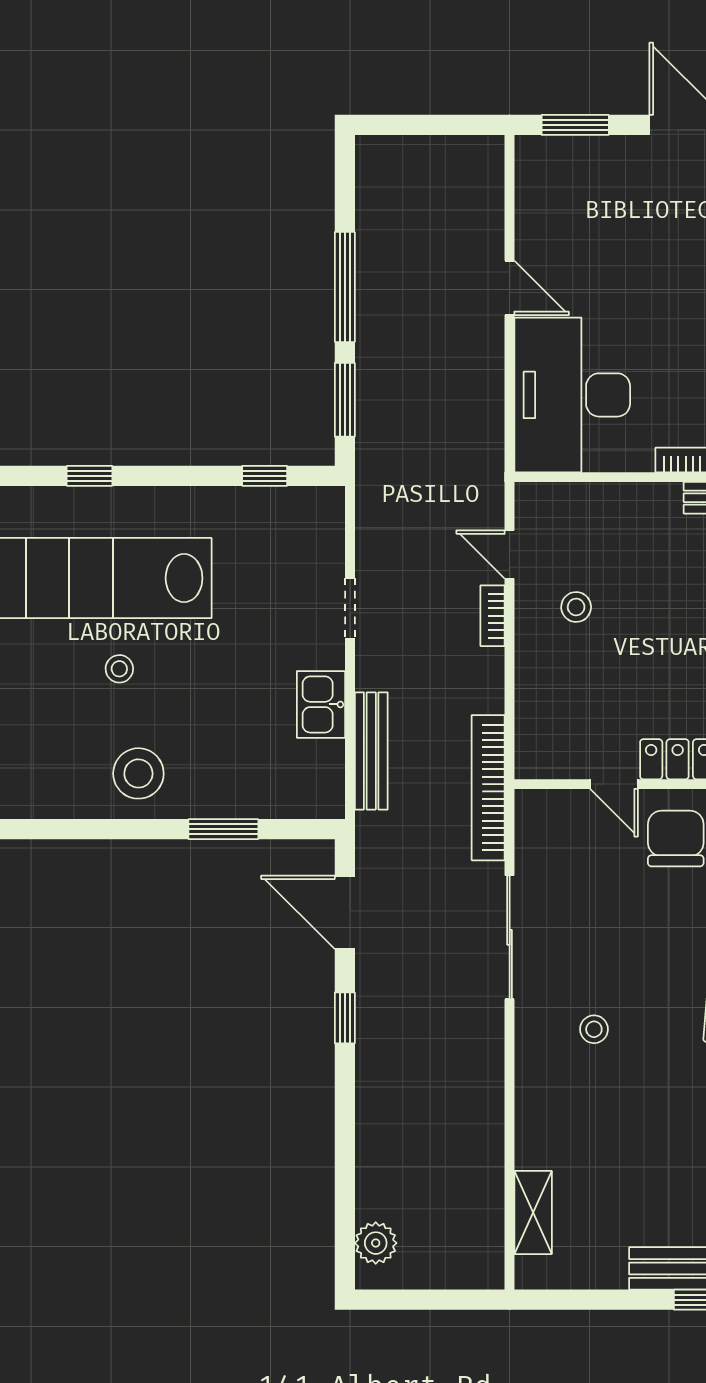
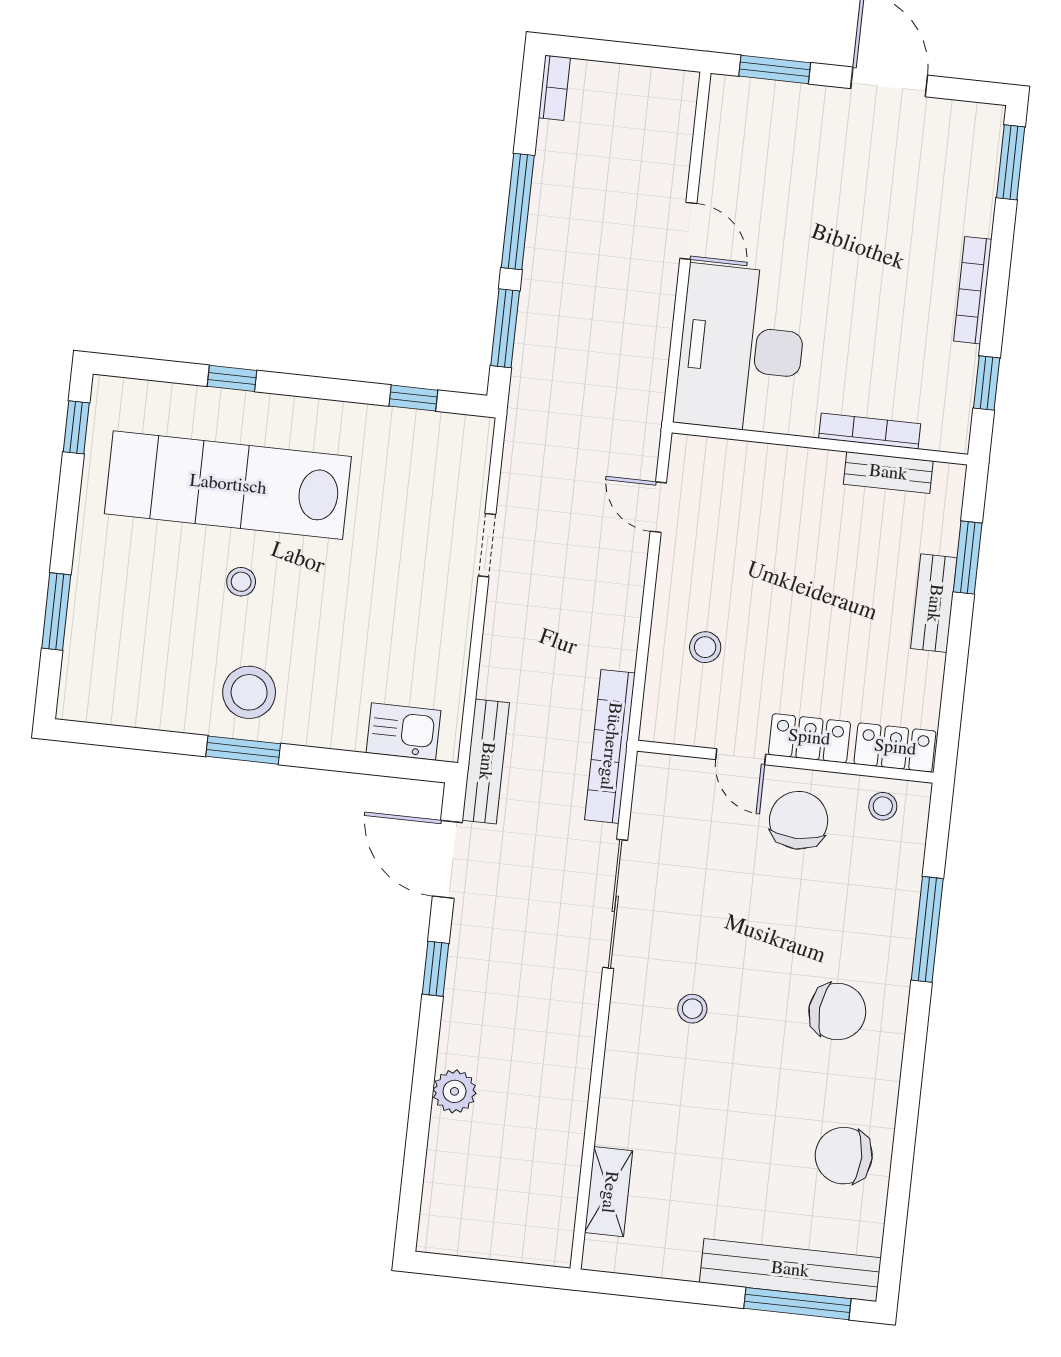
stool: (576, 607) -> (705, 647), moved
bookcase: (493, 616) -> (554, 88), moved, turned 180
kitchen sink: (321, 704) -> (403, 732), moved, turned 90
bench: (371, 751) -> (486, 761), moved
window: (223, 829) -> (243, 750), moved
plant: (376, 1243) -> (455, 1091), moved

